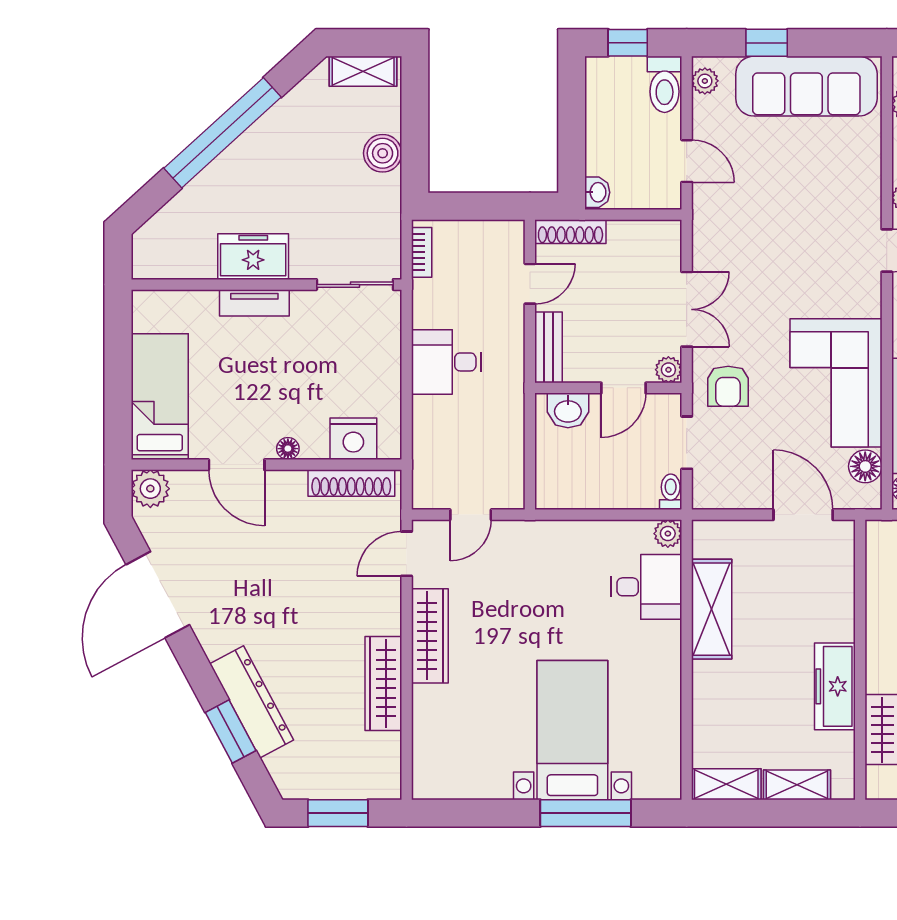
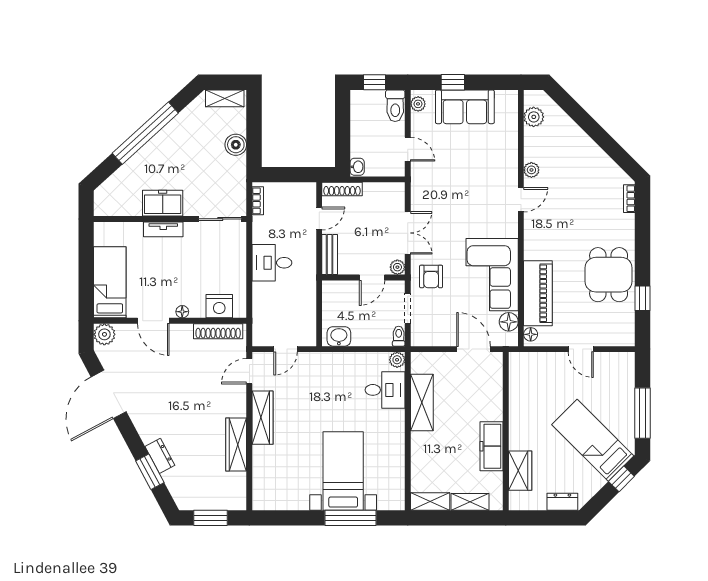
sofa: (806, 86) -> (465, 107), width x0.73
washbasin: (568, 410) -> (339, 336), moved, turned 180
dresser: (252, 702) -> (160, 456), width x0.51, depth x0.80

